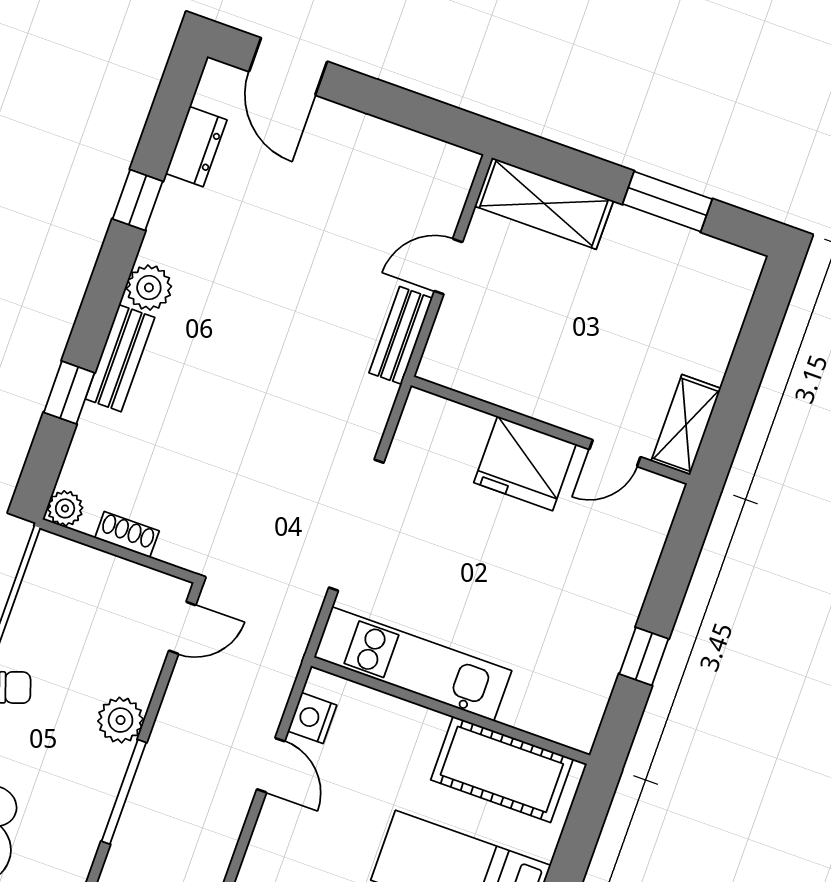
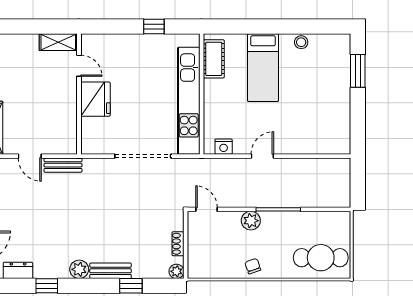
kitchen unit: (413, 664) -> (189, 101), width x1.36
door: (271, 765) -> (262, 156), moved
cot: (502, 769) -> (214, 59), width x0.73, depth x0.75

